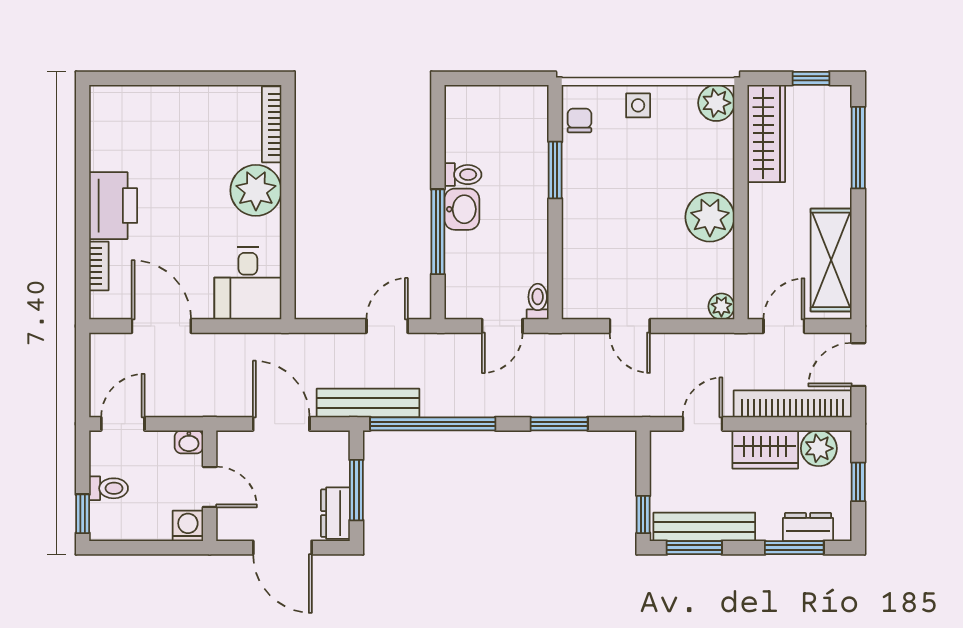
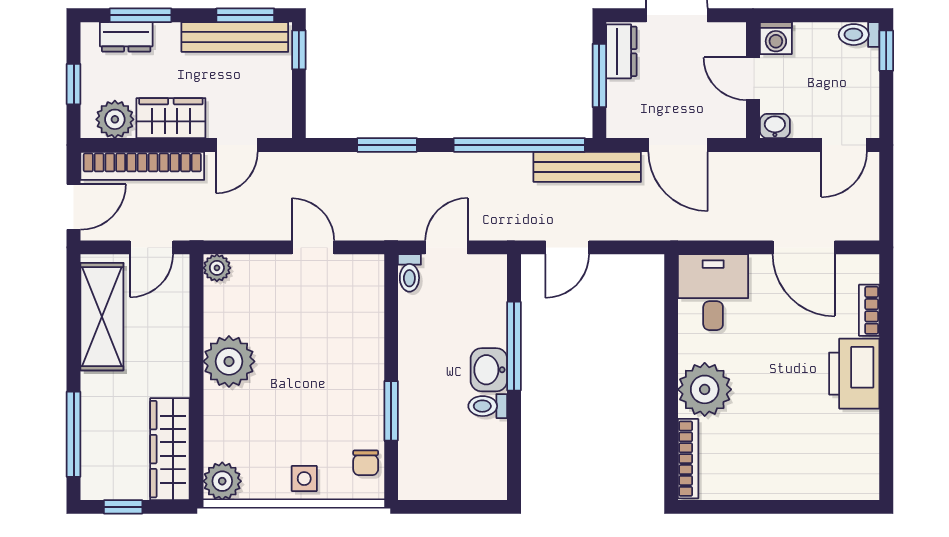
toilet: (109, 488) -> (859, 35), moved

